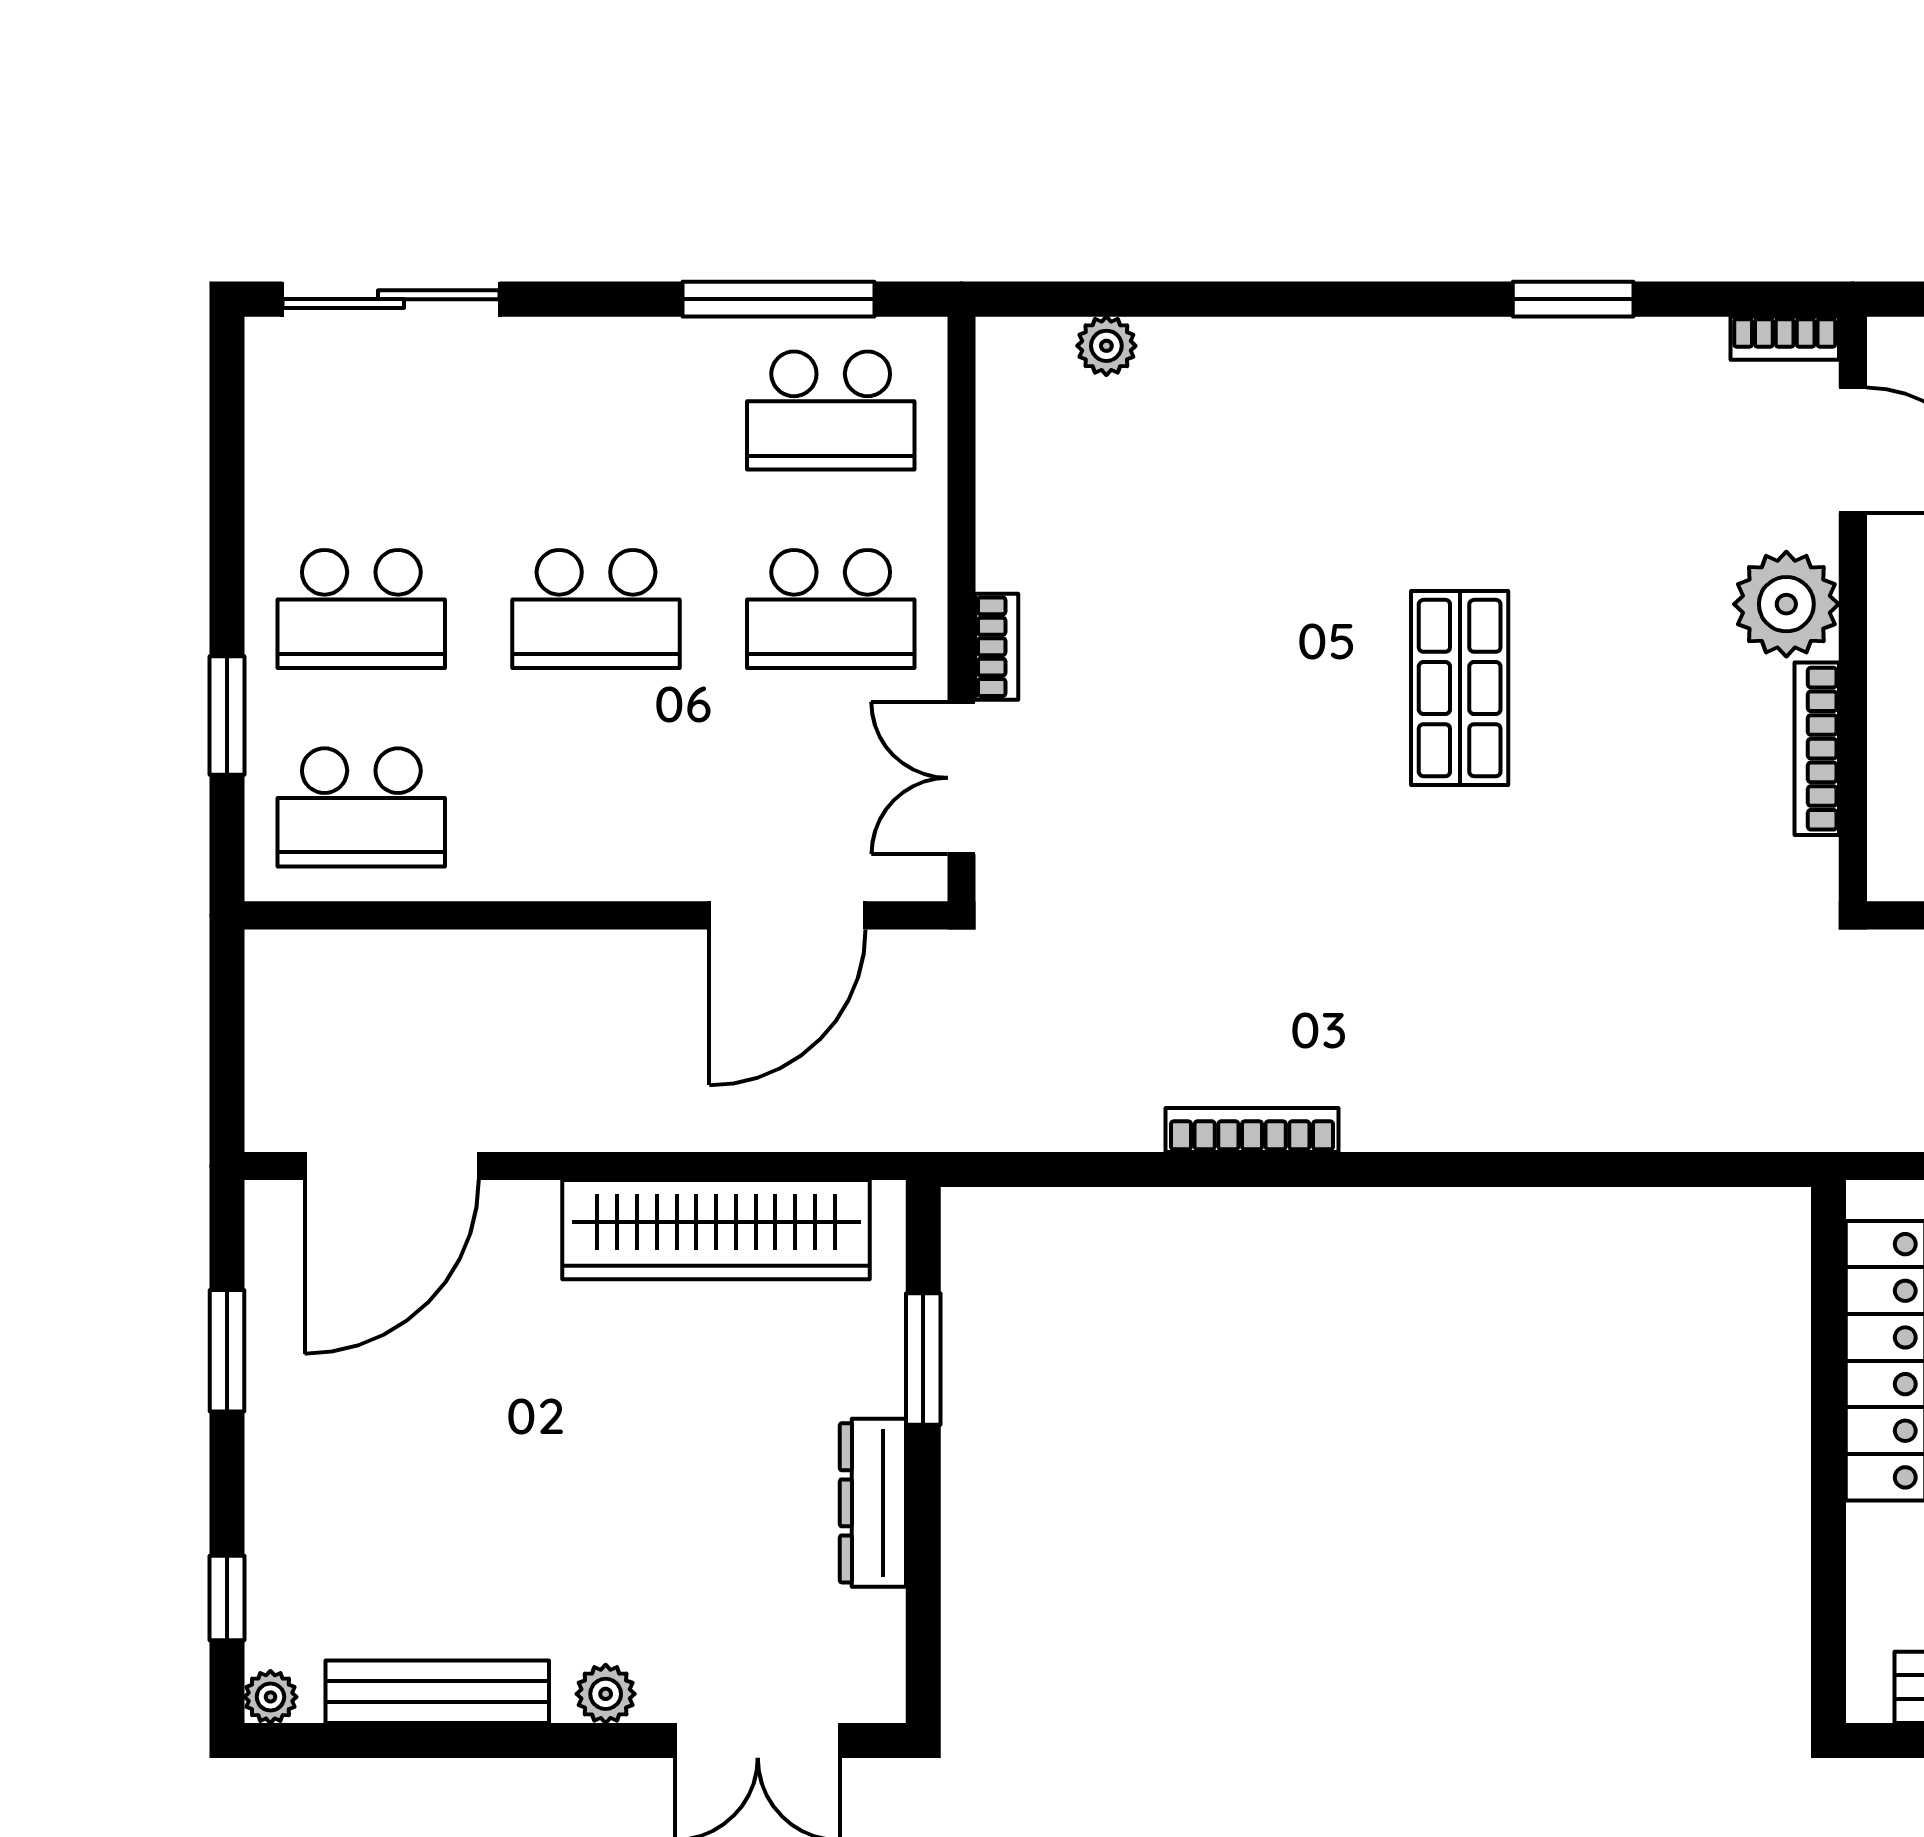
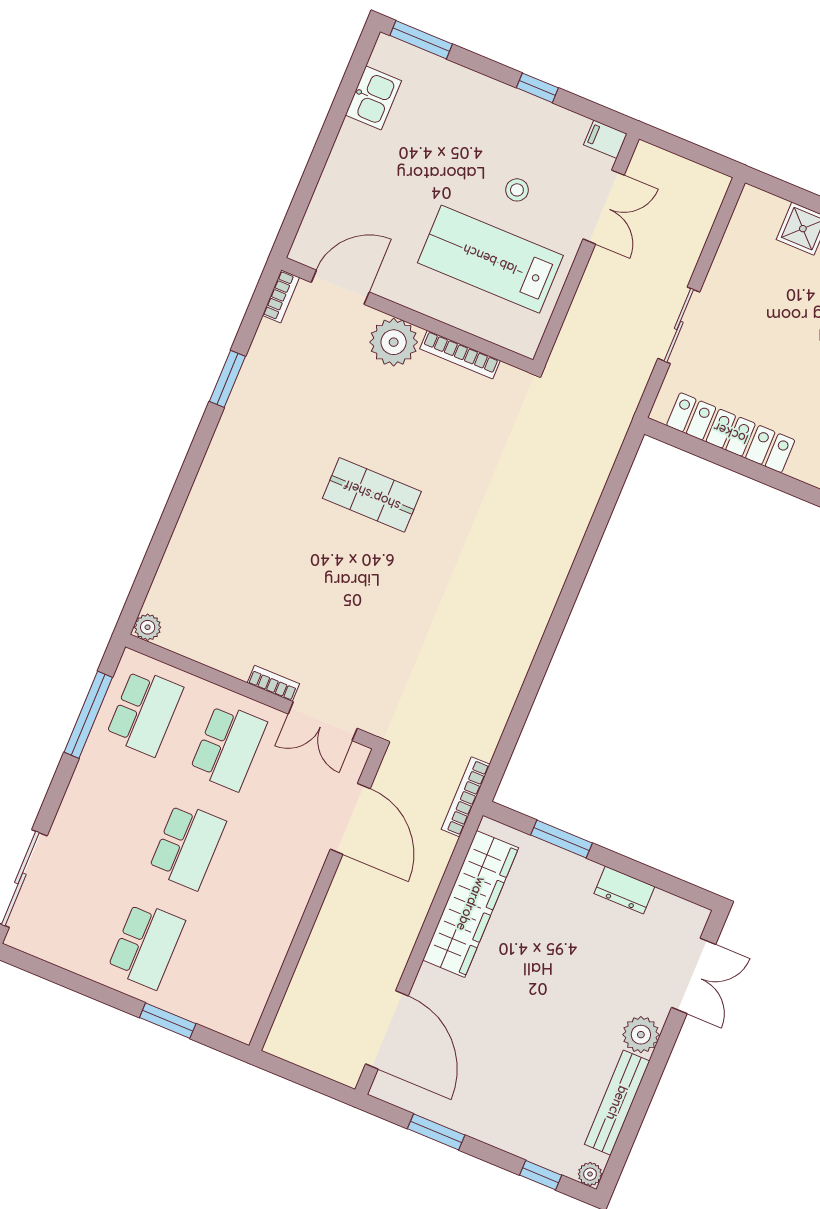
plant: (1106, 346) -> (148, 627), moved
school desk: (361, 807) -> (230, 980), removed
bookcase: (1252, 1130) -> (466, 797), moved
dresser: (873, 1503) -> (624, 890), width x0.70
plant: (606, 1694) -> (641, 1035), width x1.38, depth x1.38

